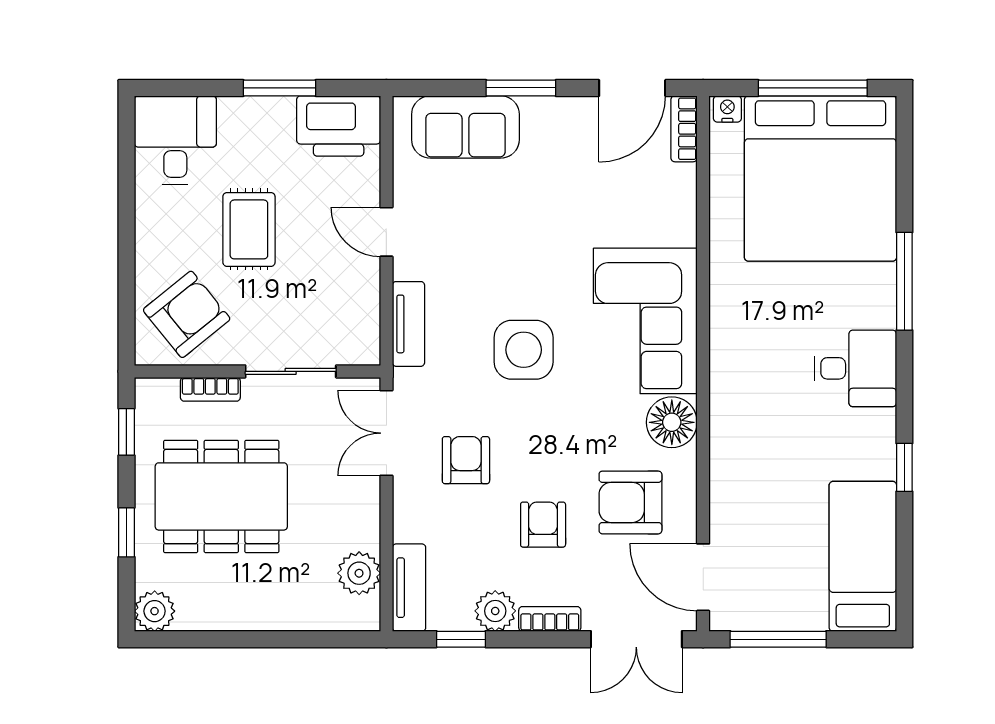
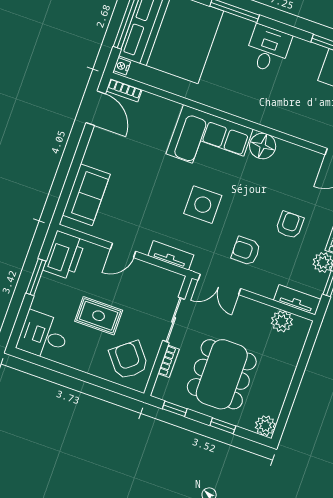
window: (521, 88) -> (77, 161), removed
armchair: (630, 502) -> (294, 179), removed
armchair: (543, 525) -> (290, 225), turned 90

